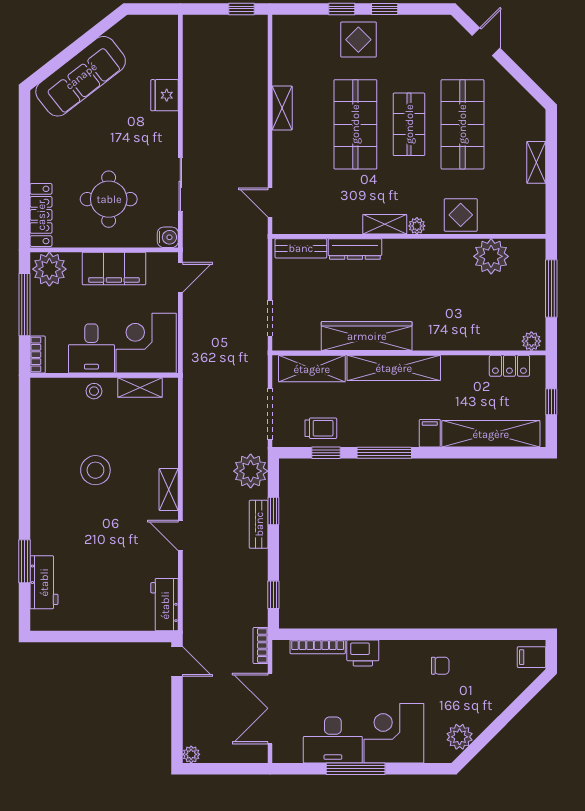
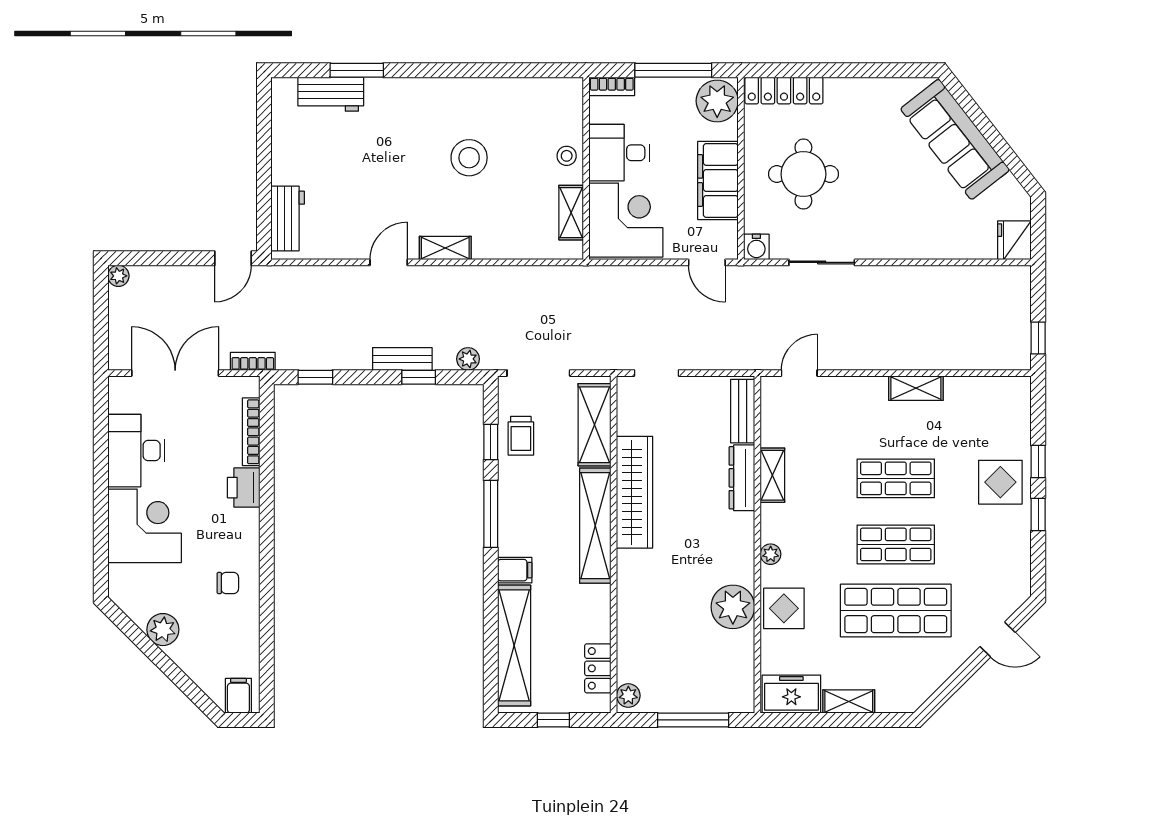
fridge: (165, 95) -> (1014, 240), moved, turned -90
shop shelf: (355, 124) -> (896, 478), width x0.70, depth x0.74
freezer: (530, 209) -> (791, 694), added
shelving: (385, 224) -> (772, 475), moved
plant: (491, 256) -> (733, 607), moved
plant: (251, 471) -> (468, 359), width x0.53, depth x0.53
workbench: (165, 605) -> (288, 218), moved, turned 90
chair: (440, 666) -> (228, 583), turned -90
plant: (460, 737) -> (163, 630), moved
window: (356, 769) -> (101, 479), removed

